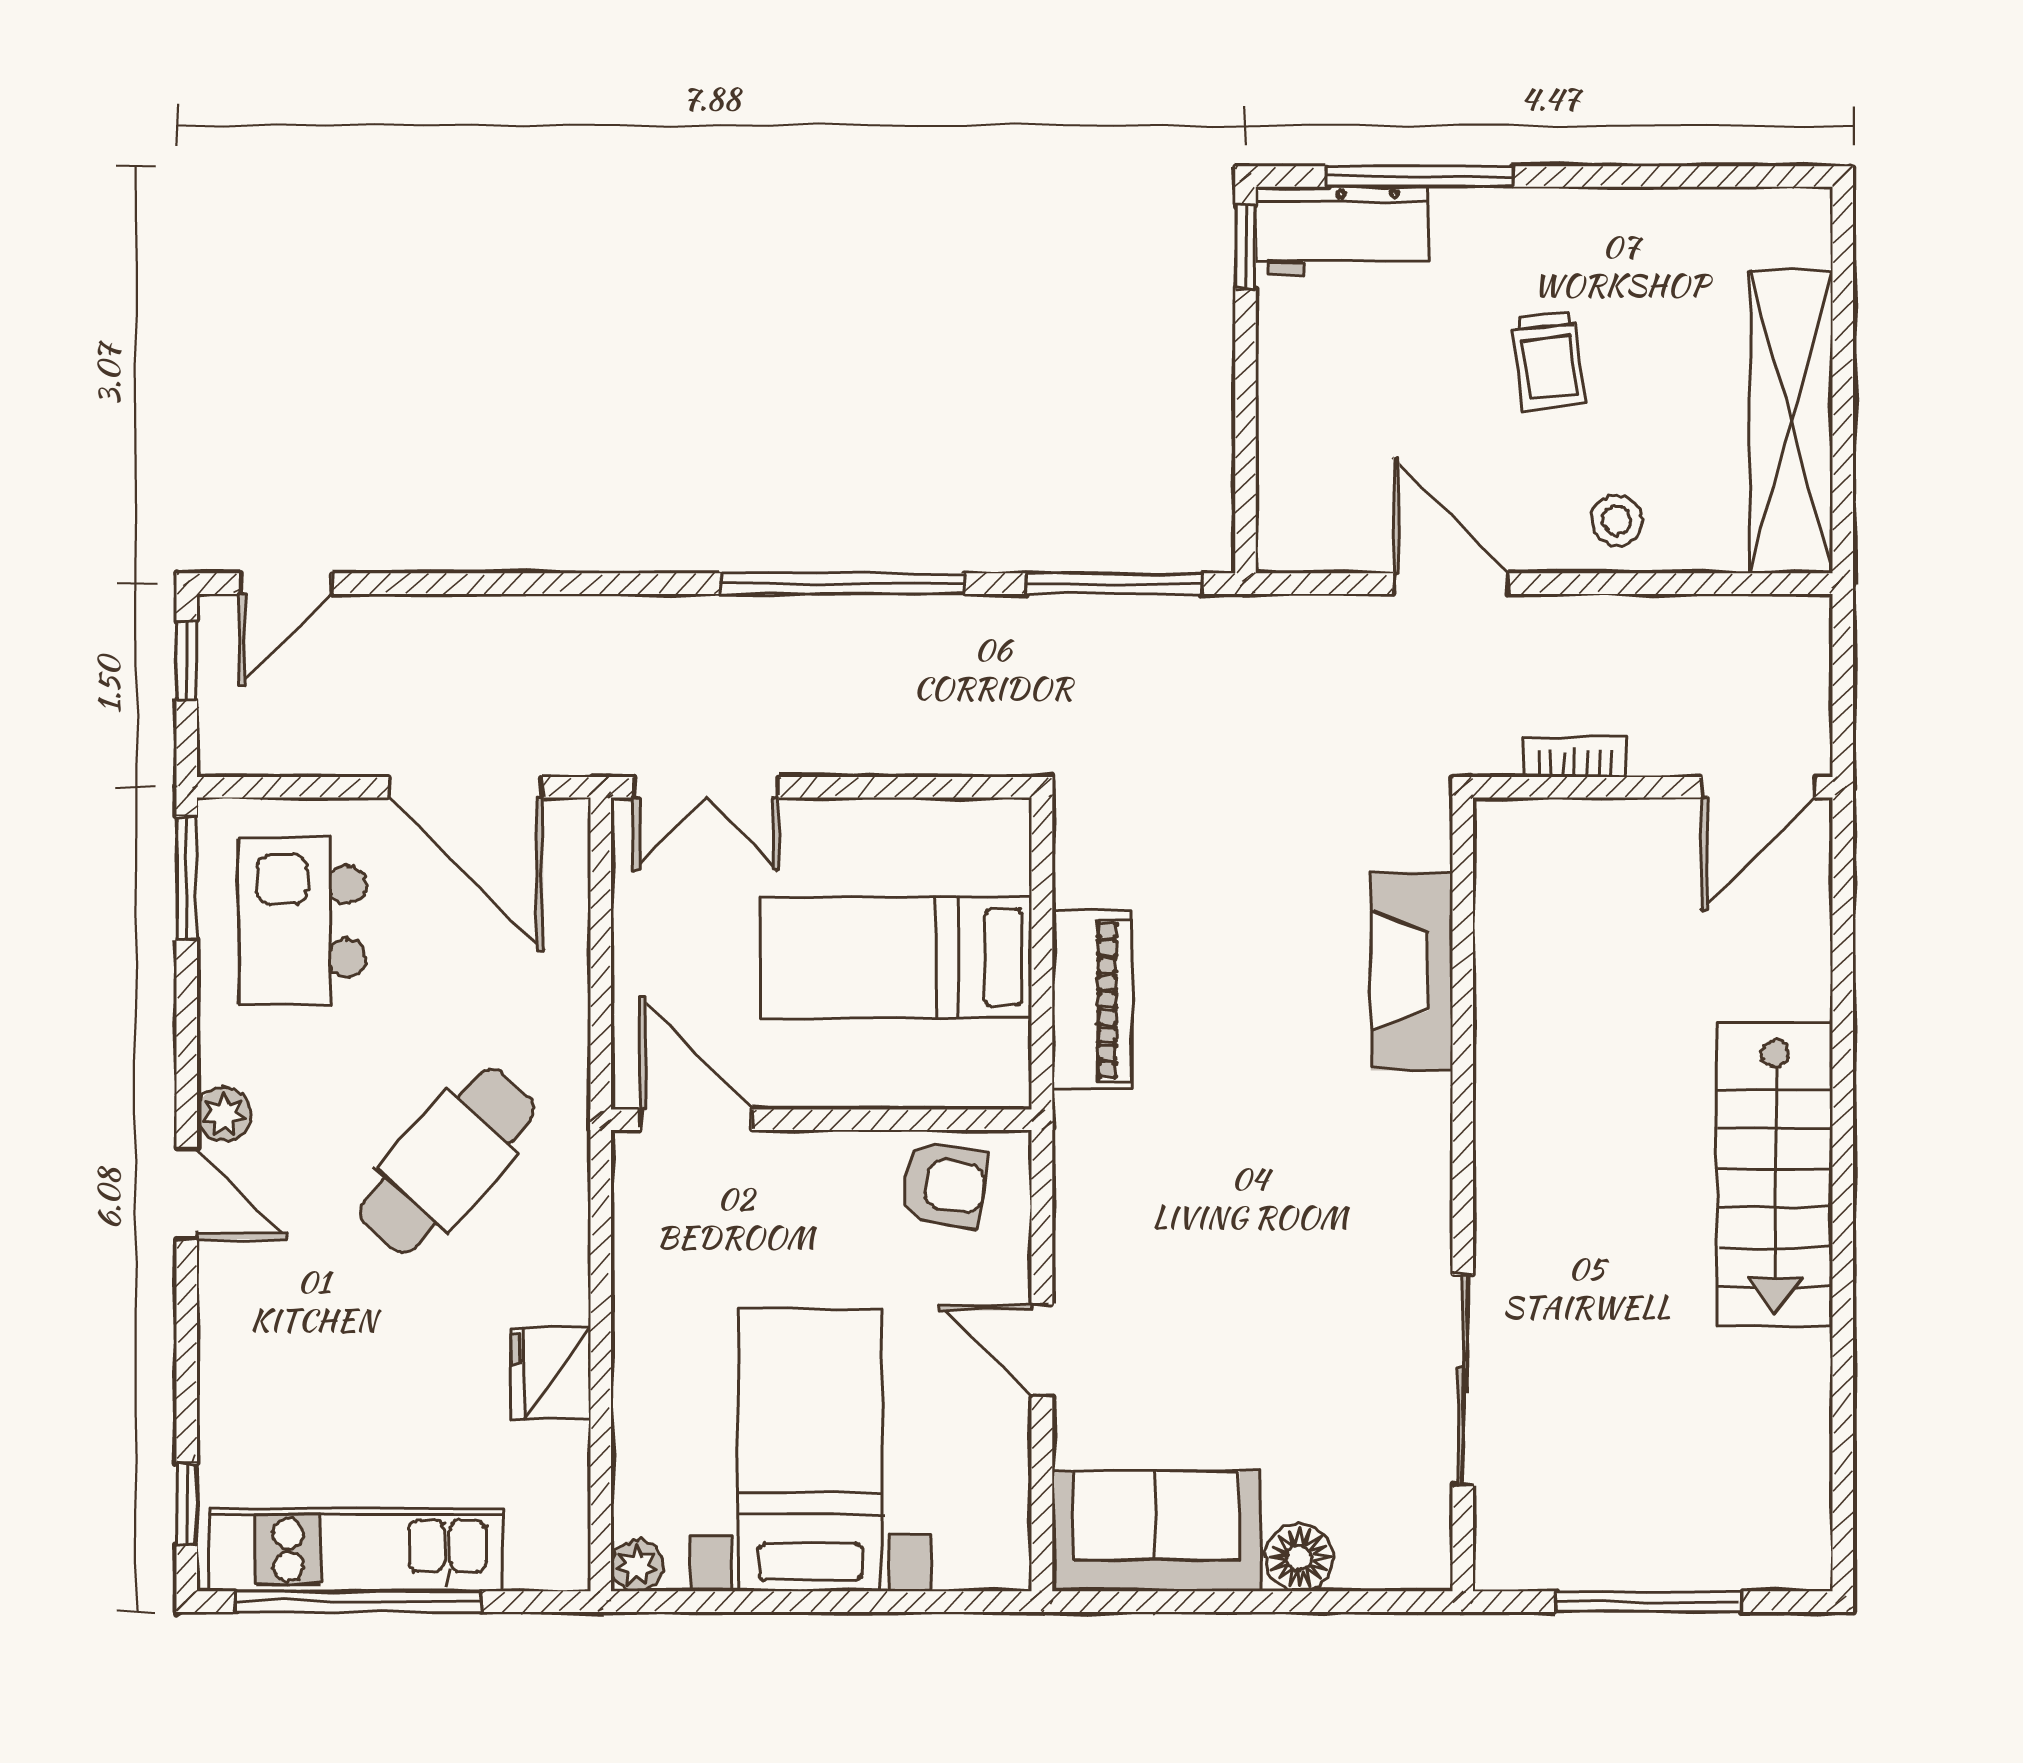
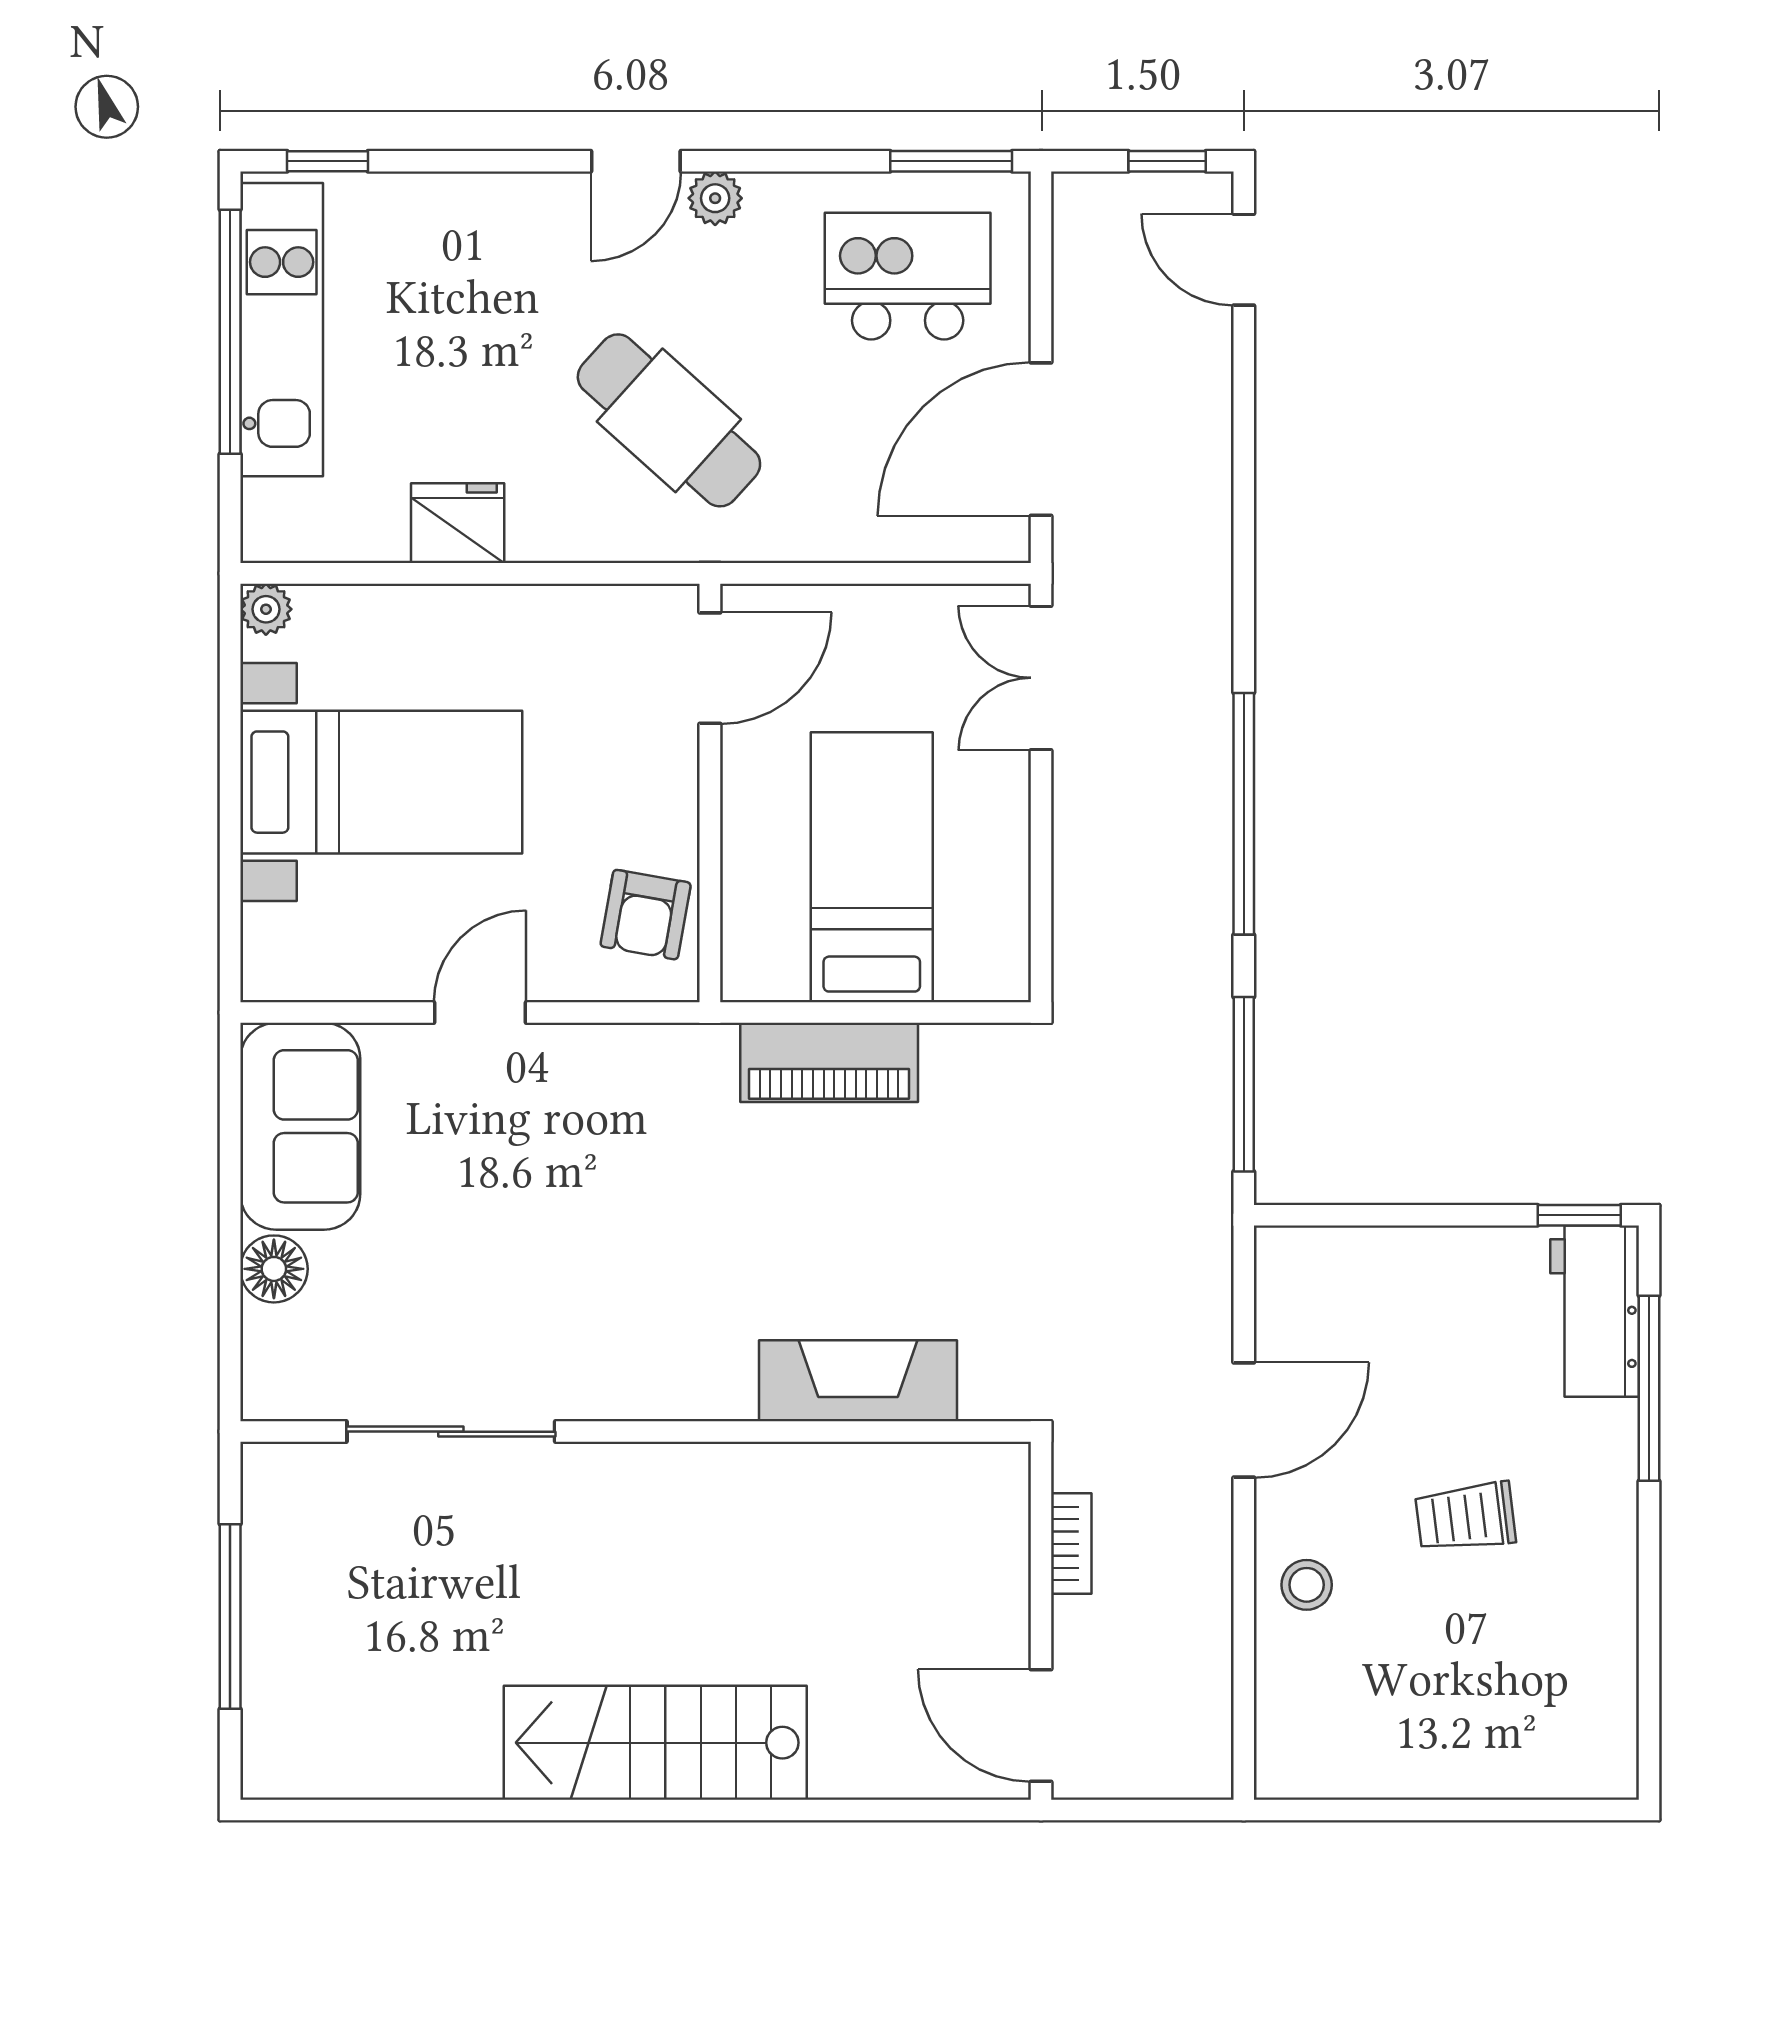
shelving: (1791, 422) -> (1405, 1759), removed

